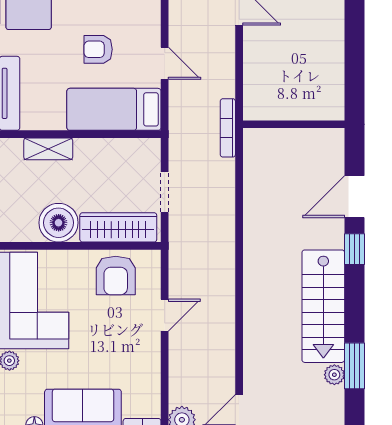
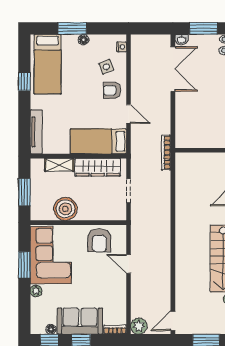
armchair: (98, 49) -> (112, 90), moved
wardrobe: (118, 227) -> (98, 167), moved, turned 180
door: (165, 315) -> (129, 264), swing flipped

